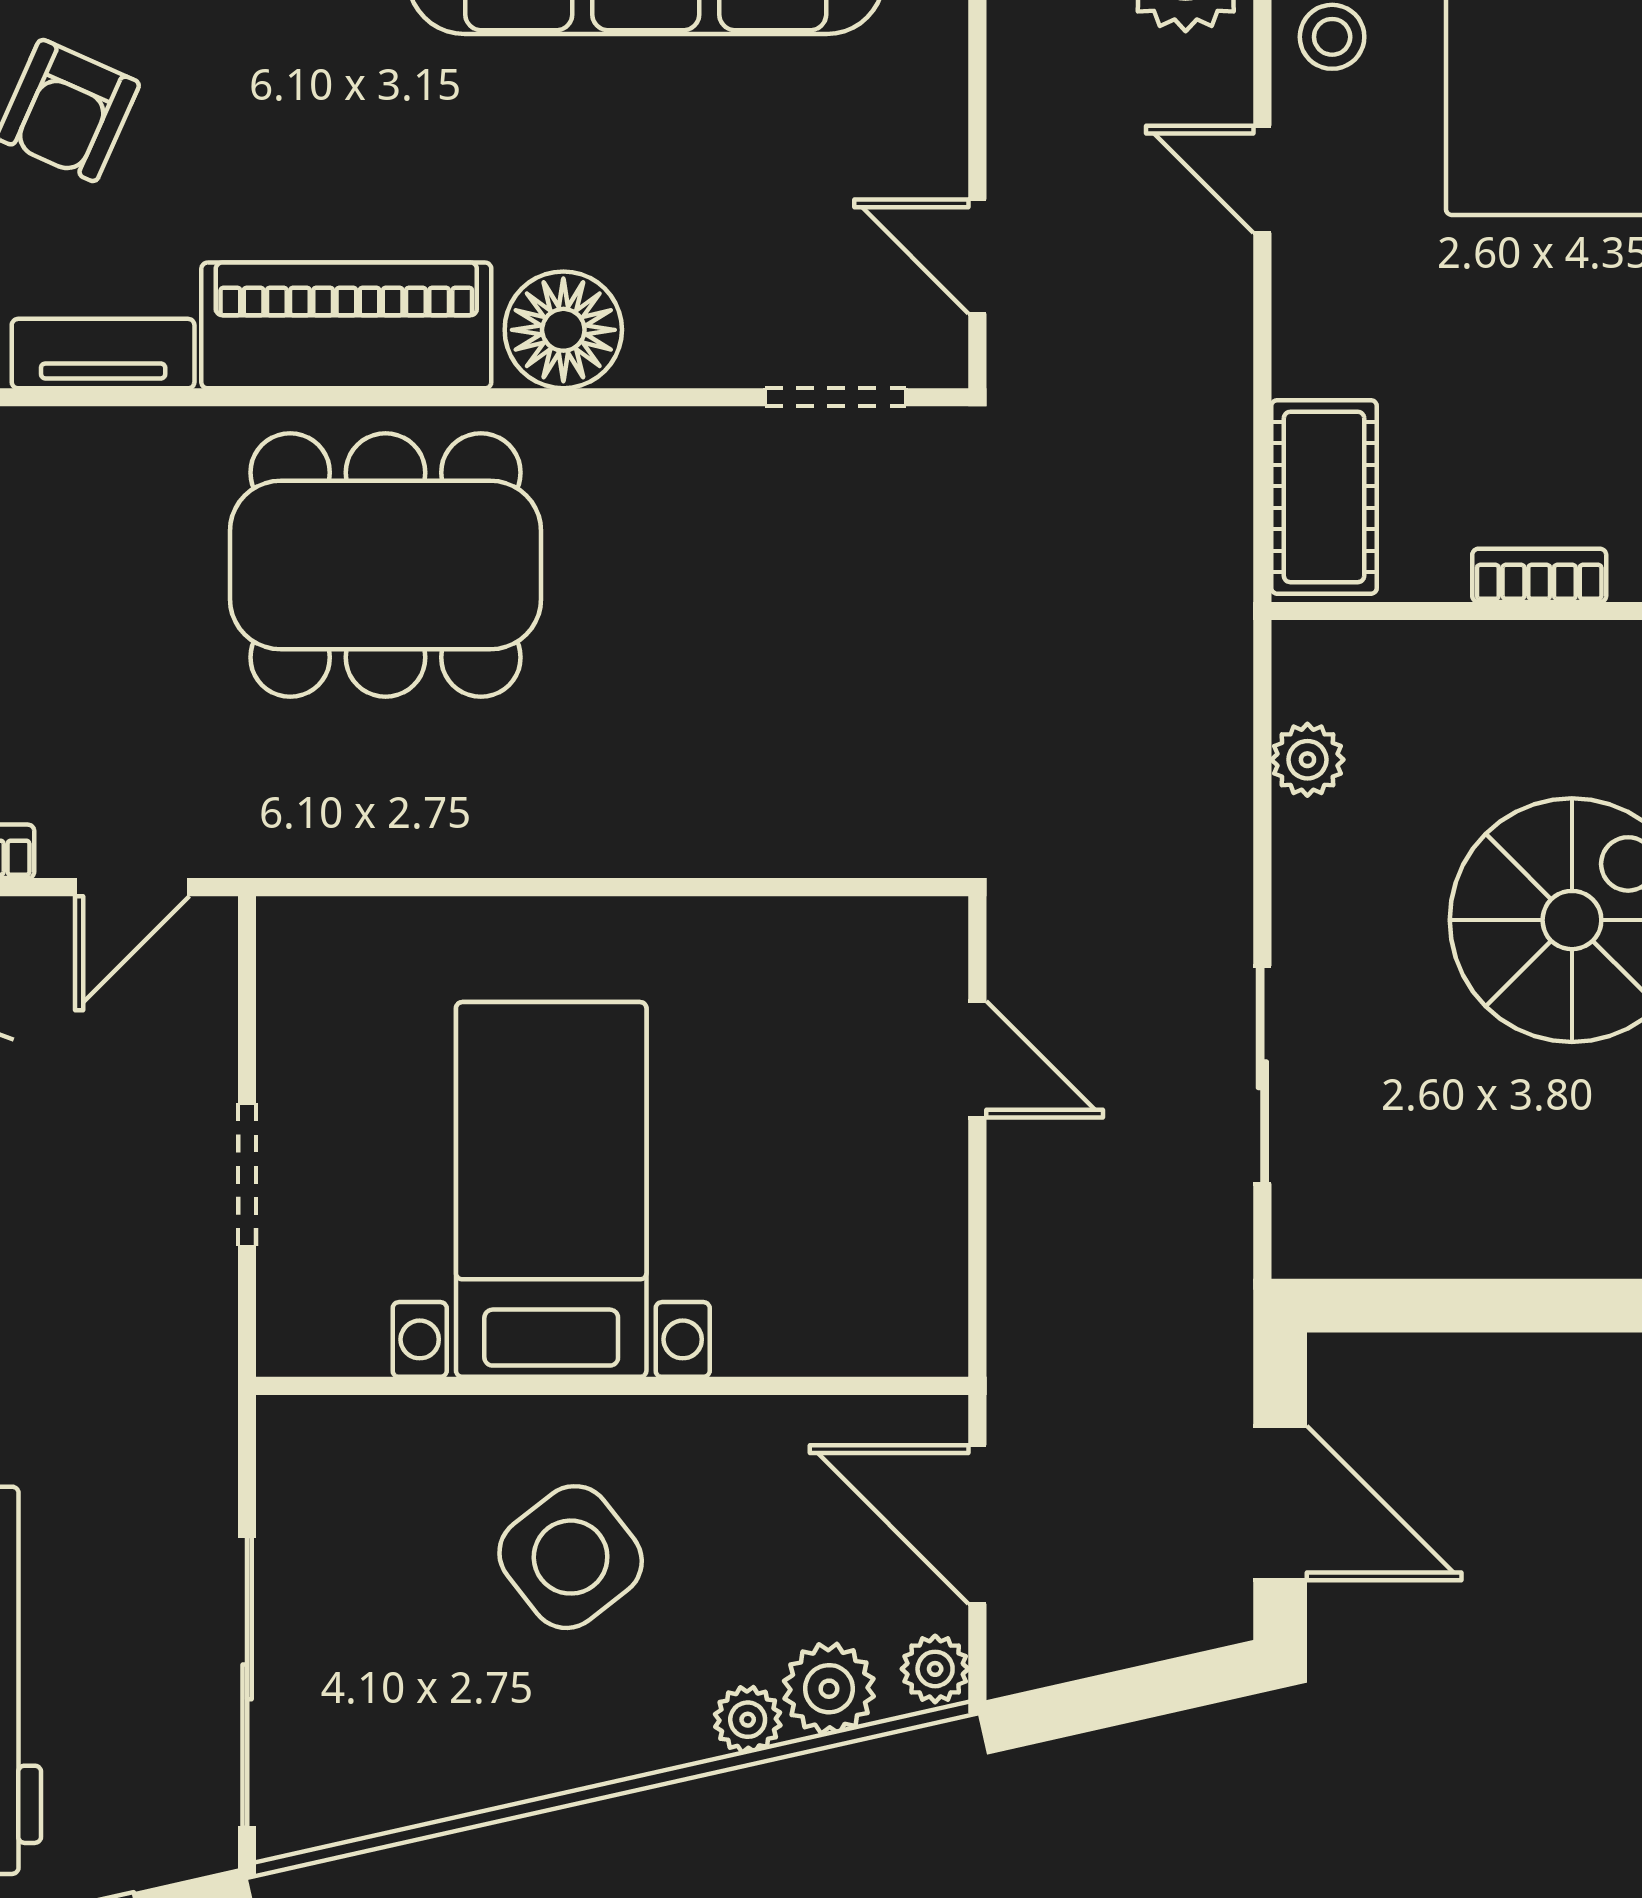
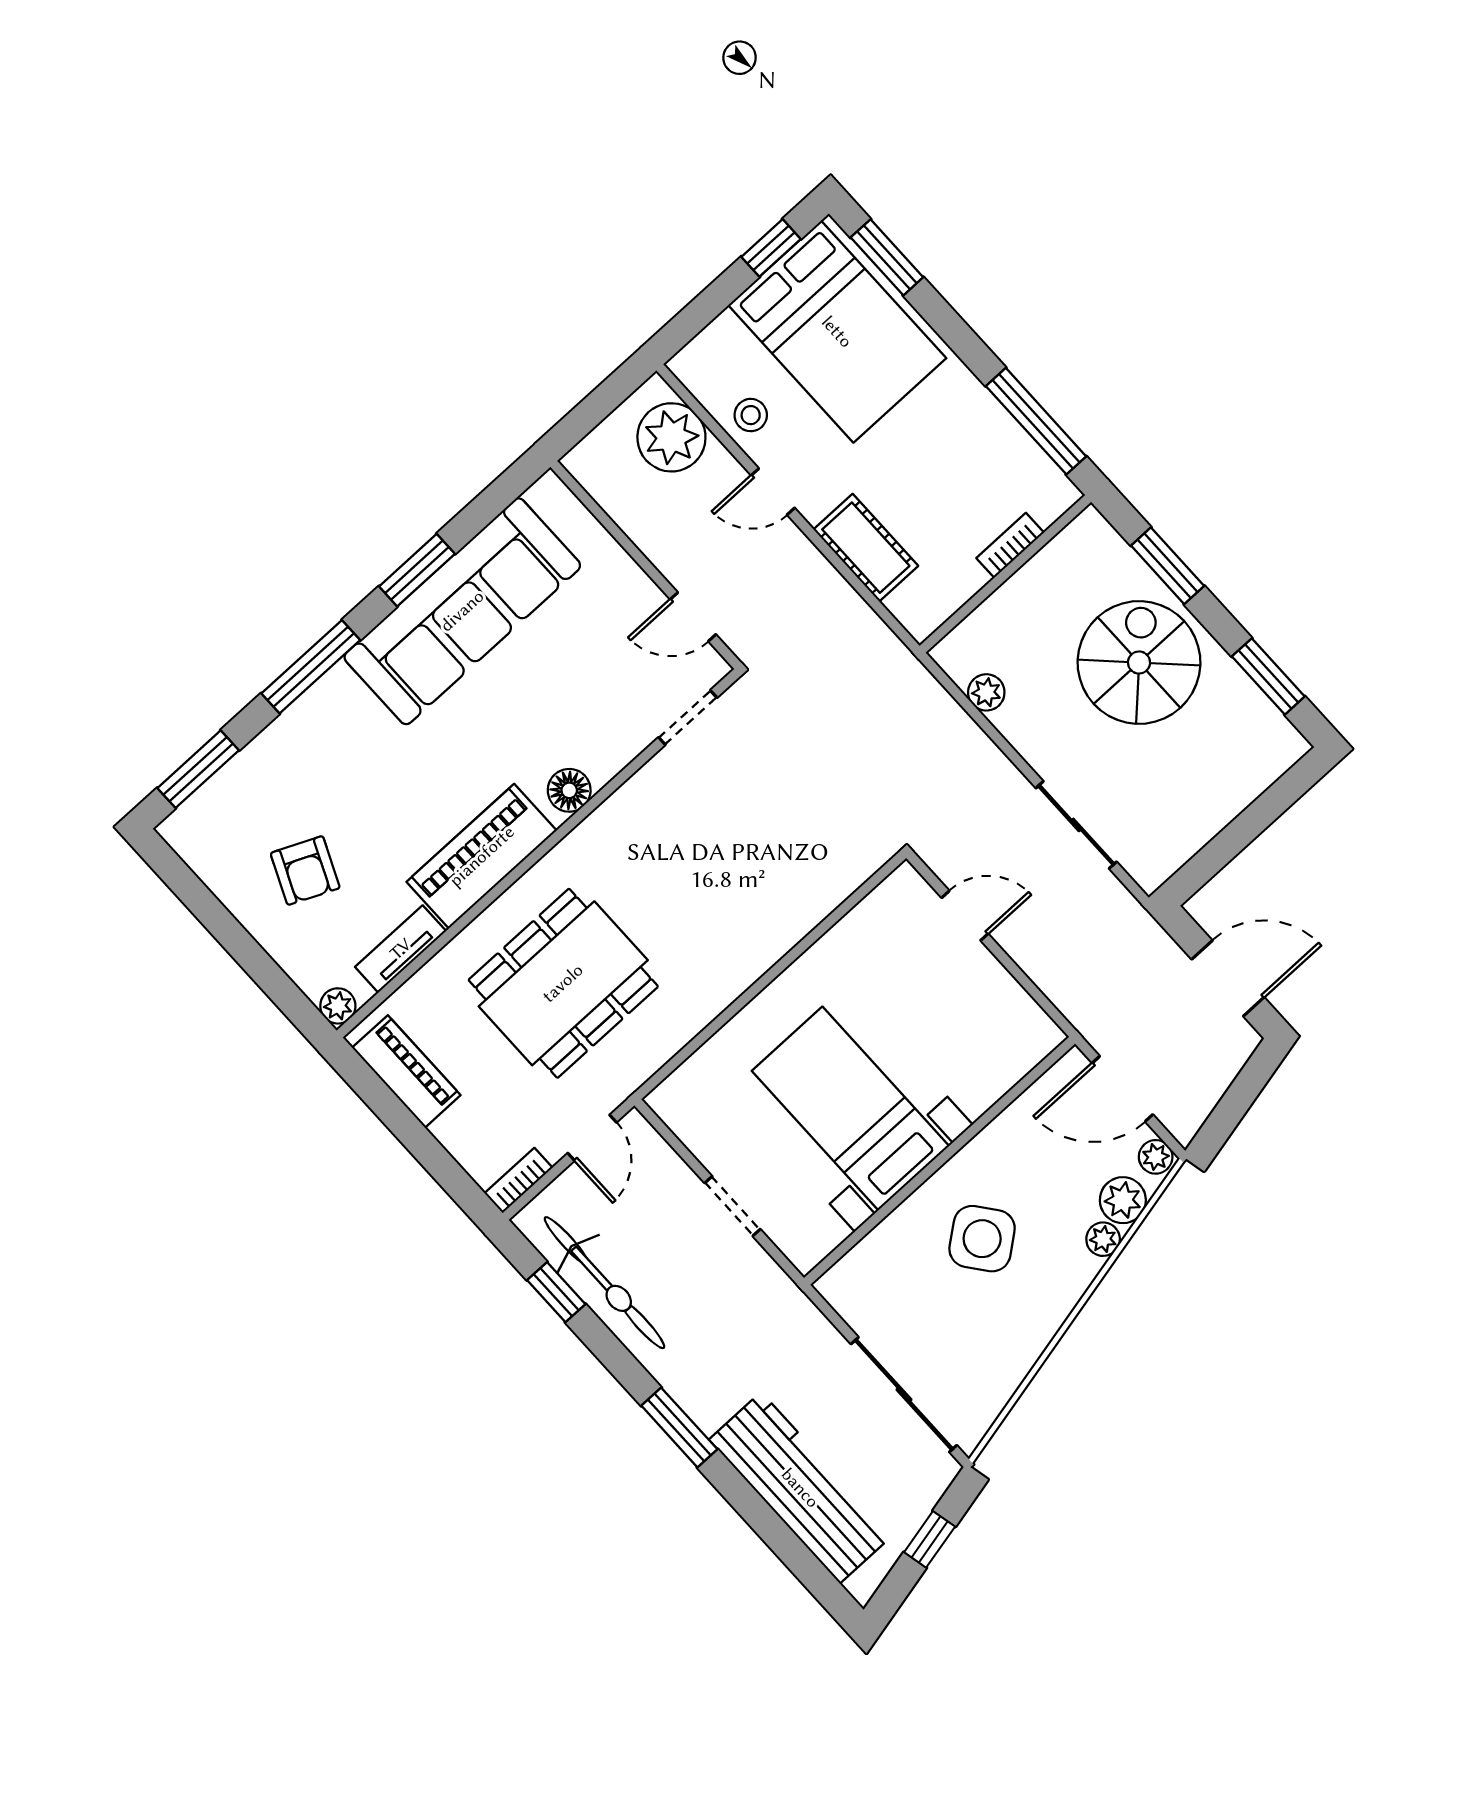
floor lamp: (563, 330) -> (569, 790), width x0.73, depth x0.73
cot: (1324, 497) -> (866, 548), moved
dining table: (386, 565) -> (563, 983), moved

